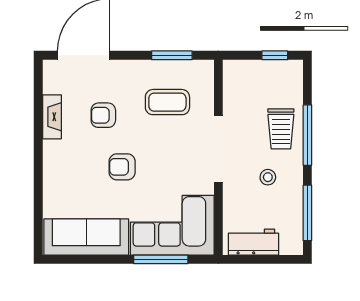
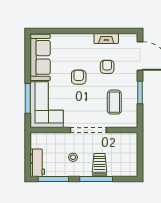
window: (172, 55) -> (140, 93), moved
window: (275, 55) -> (140, 161), removed
trolley: (281, 129) -> (100, 164), turned 90
workbench: (253, 242) -> (37, 163), moved

